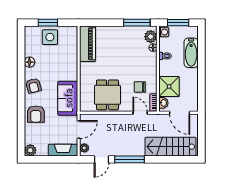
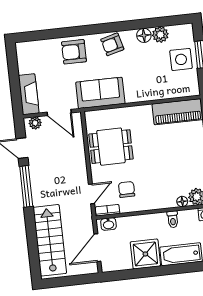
shower: (169, 86) -> (145, 254), moved
plant: (30, 150) -> (160, 35), moved

